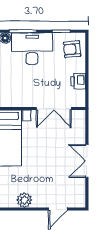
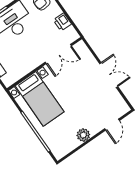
double door: (87, 161) -> (109, 75), swing flipped

